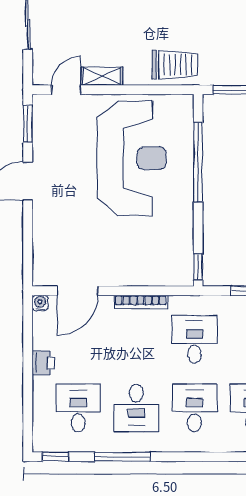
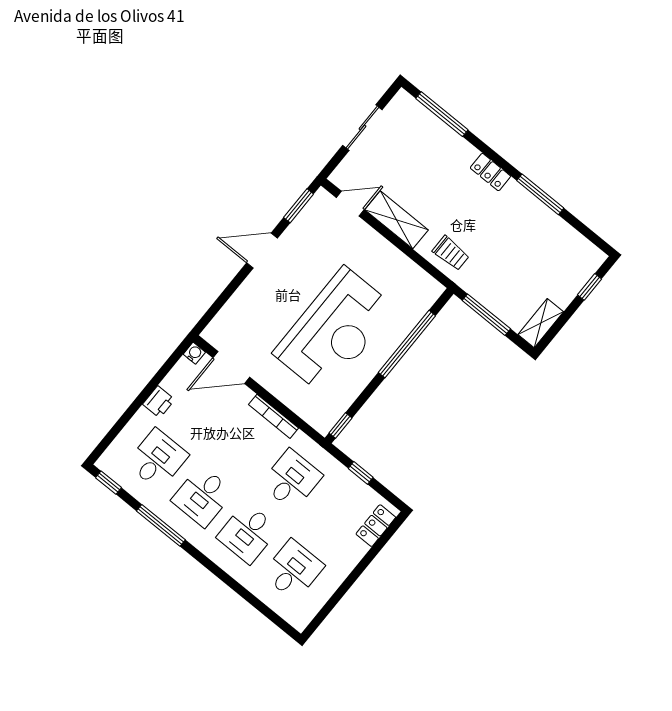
trolley: (175, 65) -> (451, 253), width x0.73, depth x0.72
shelving: (102, 76) -> (397, 220), width x1.50, depth x1.33
reception desk: (132, 158) -> (334, 331), moved
desk: (194, 408) -> (248, 533), turned 180

